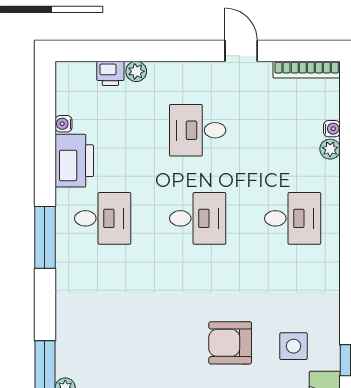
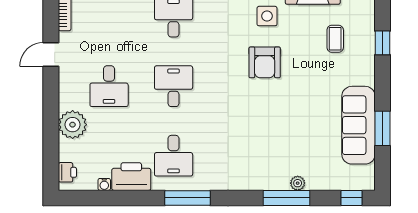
plant: (136, 71) -> (73, 125), width x1.87, depth x1.87
printer: (110, 73) -> (67, 172), moved
desk: (103, 218) -> (174, 156), turned 180

